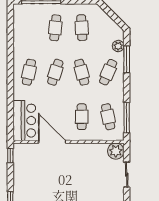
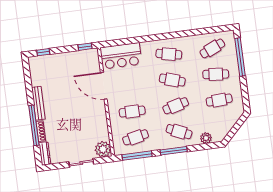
cafe table: (29, 28) -> (212, 48), added
window: (127, 59) -> (174, 151), moved
door: (52, 142) -> (104, 86), swing flipped

